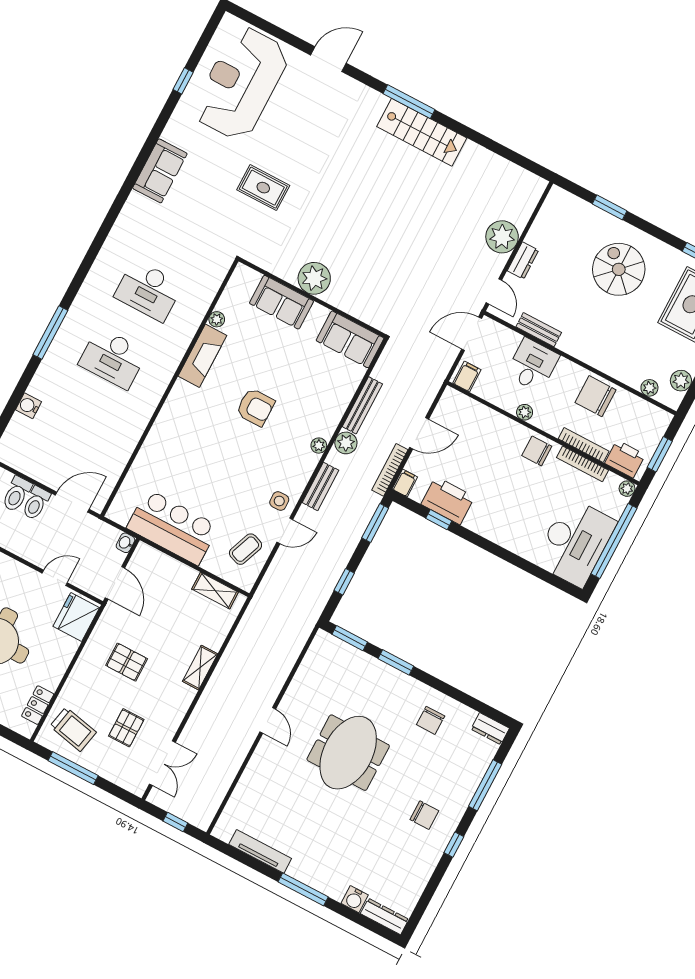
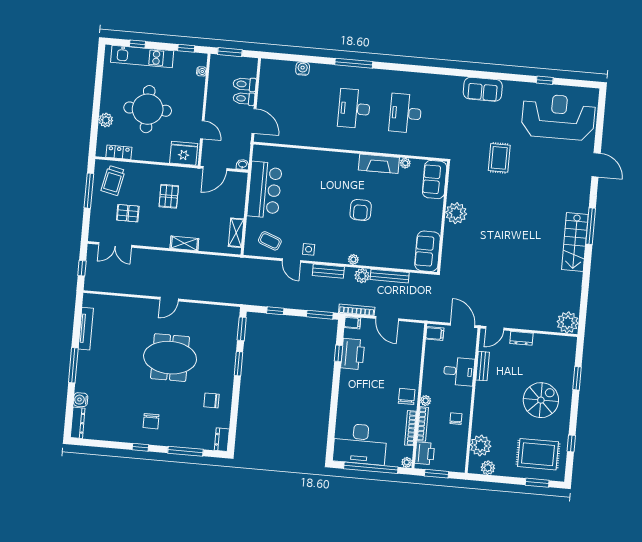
plant: (502, 237) -> (568, 322), moved
sofa: (281, 302) -> (435, 180), moved
plant: (649, 388) -> (481, 446), width x1.88, depth x1.88
chair: (595, 396) -> (456, 419), width x0.54, depth x0.54
plant: (525, 412) -> (426, 401), moved

